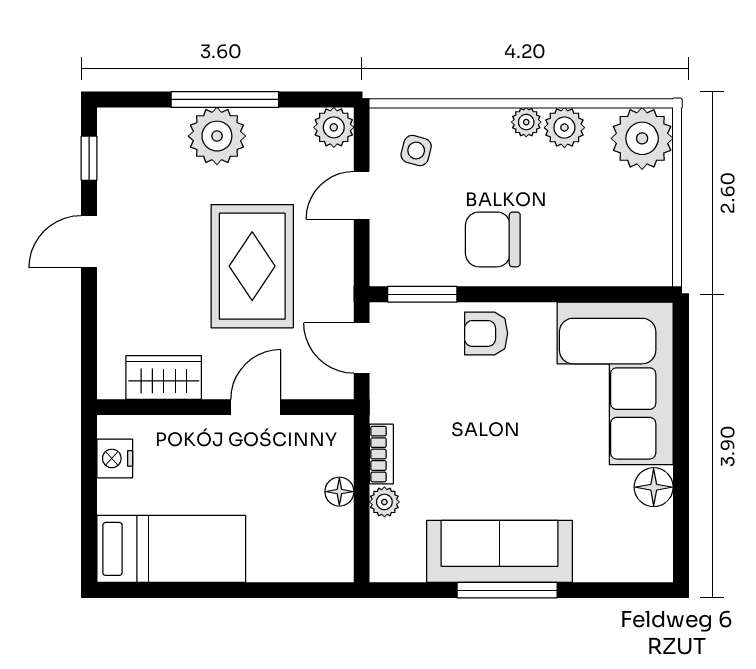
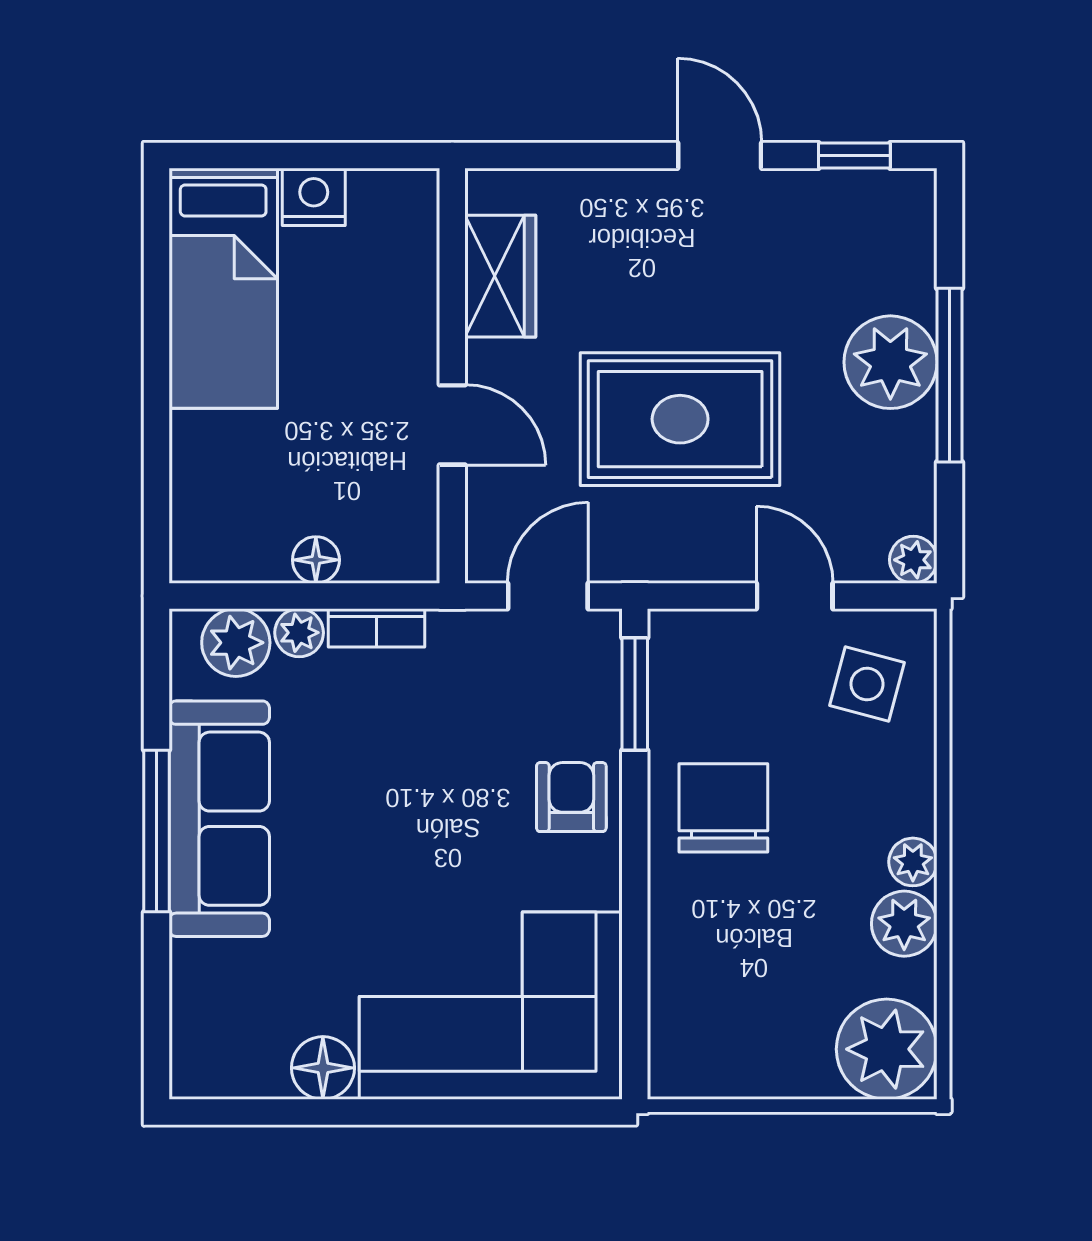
plant: (334, 127) -> (913, 560), width x0.73, depth x0.73
side table: (416, 151) -> (867, 684), width x1.37, depth x1.37
nightstand: (115, 458) -> (314, 197), moved
plant: (390, 541) -> (236, 643), added

